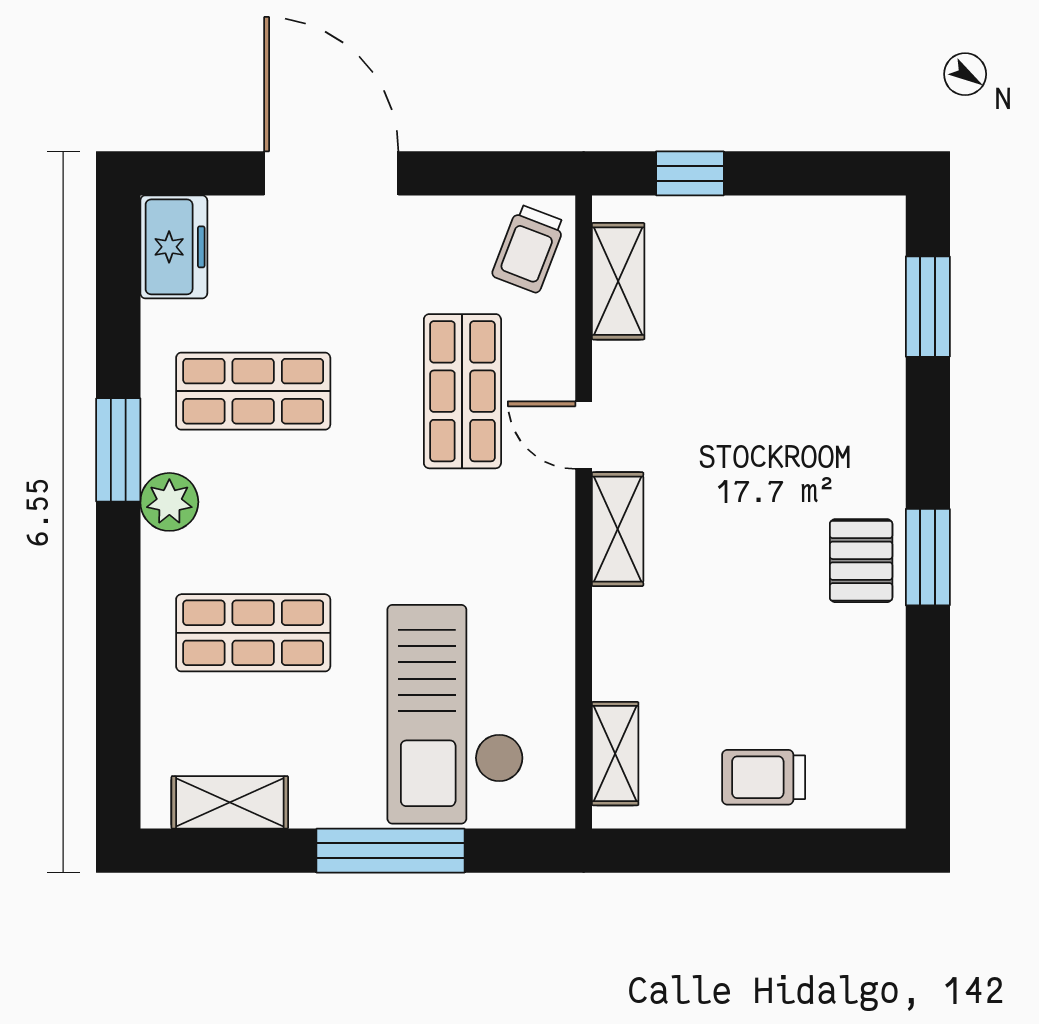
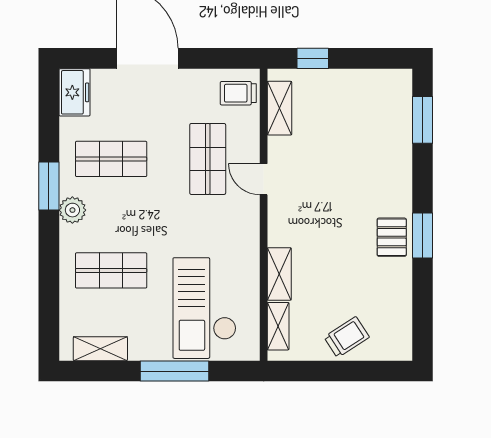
trolley: (529, 249) -> (238, 93), turned 69
shelving: (618, 529) -> (279, 274), moved
trolley: (764, 777) -> (347, 337), turned 147

